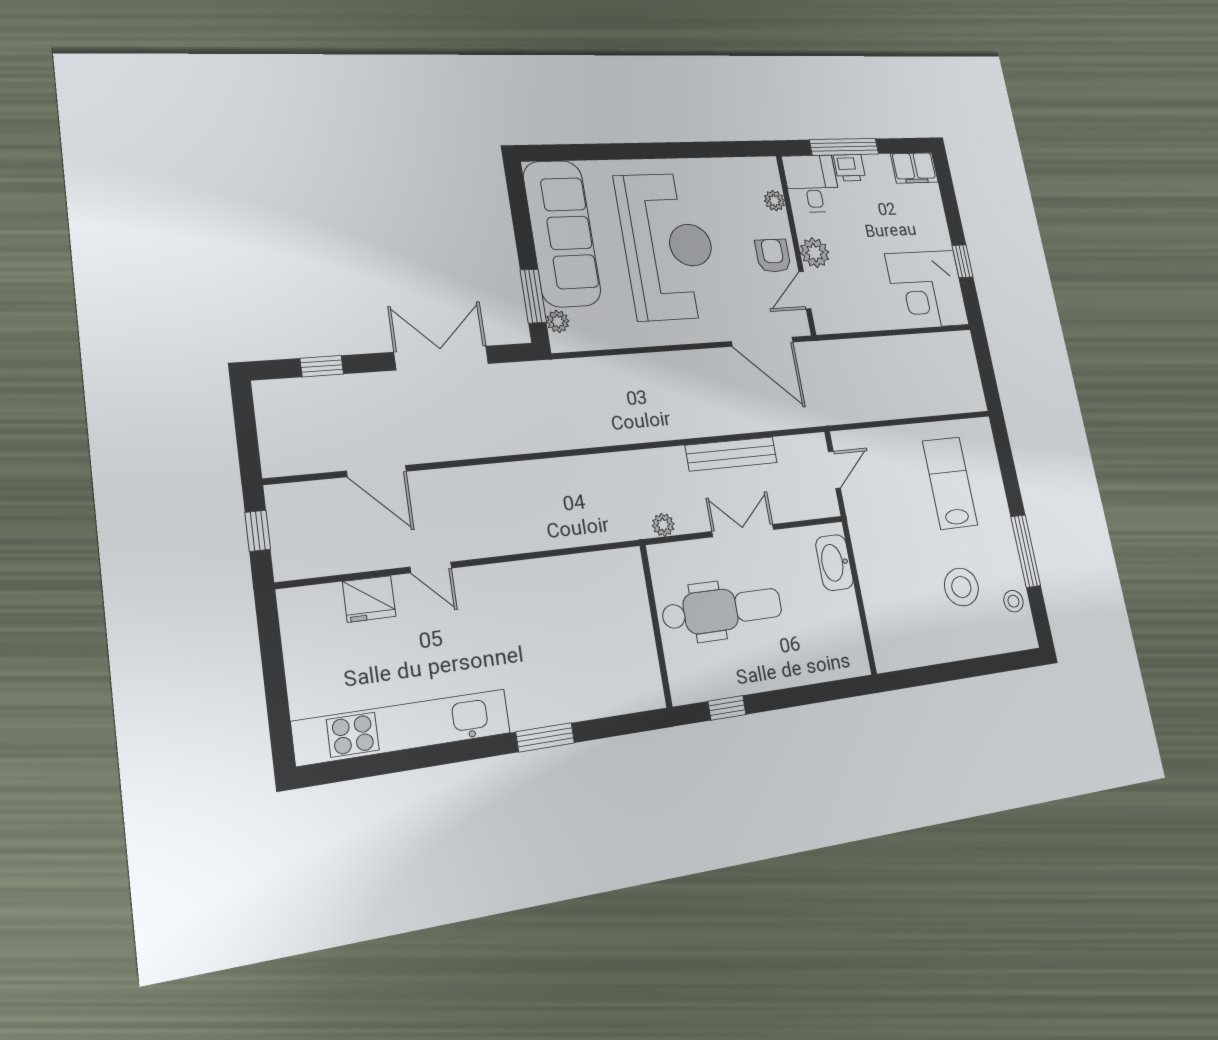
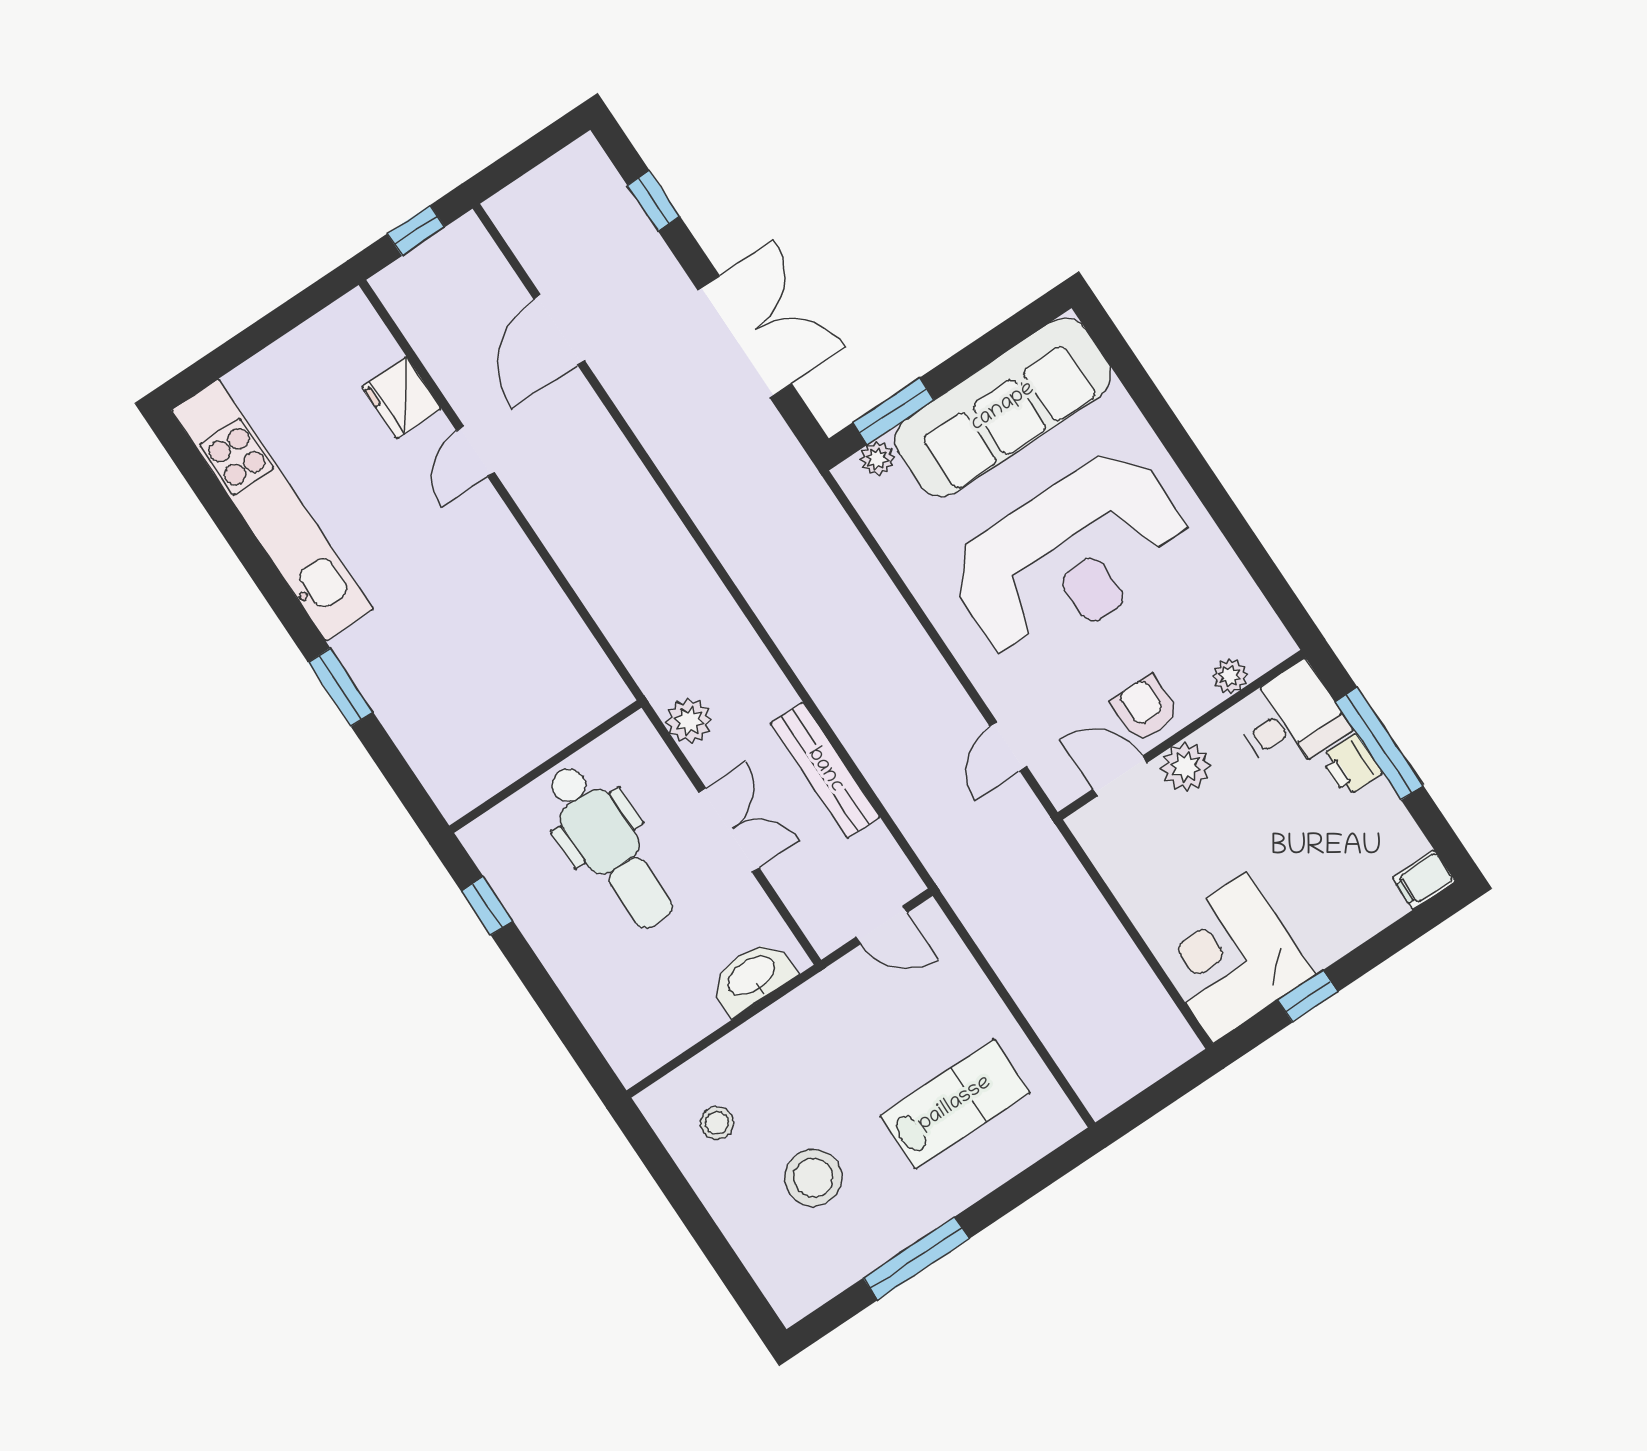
filing cabinet: (914, 168) -> (1424, 880), width x0.50
armchair: (773, 256) -> (1145, 709), turned -90
door: (762, 342) -> (1008, 746), width x0.53
plant: (663, 525) -> (689, 721), width x1.38, depth x1.38
stool: (1013, 601) -> (717, 1123), moved

